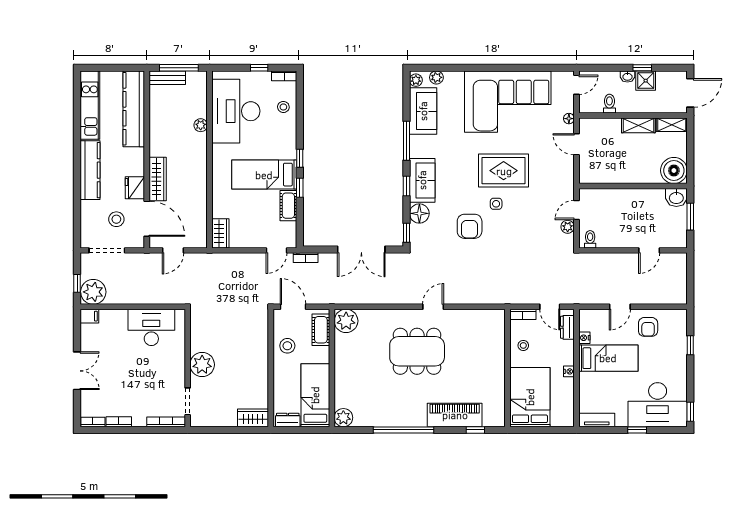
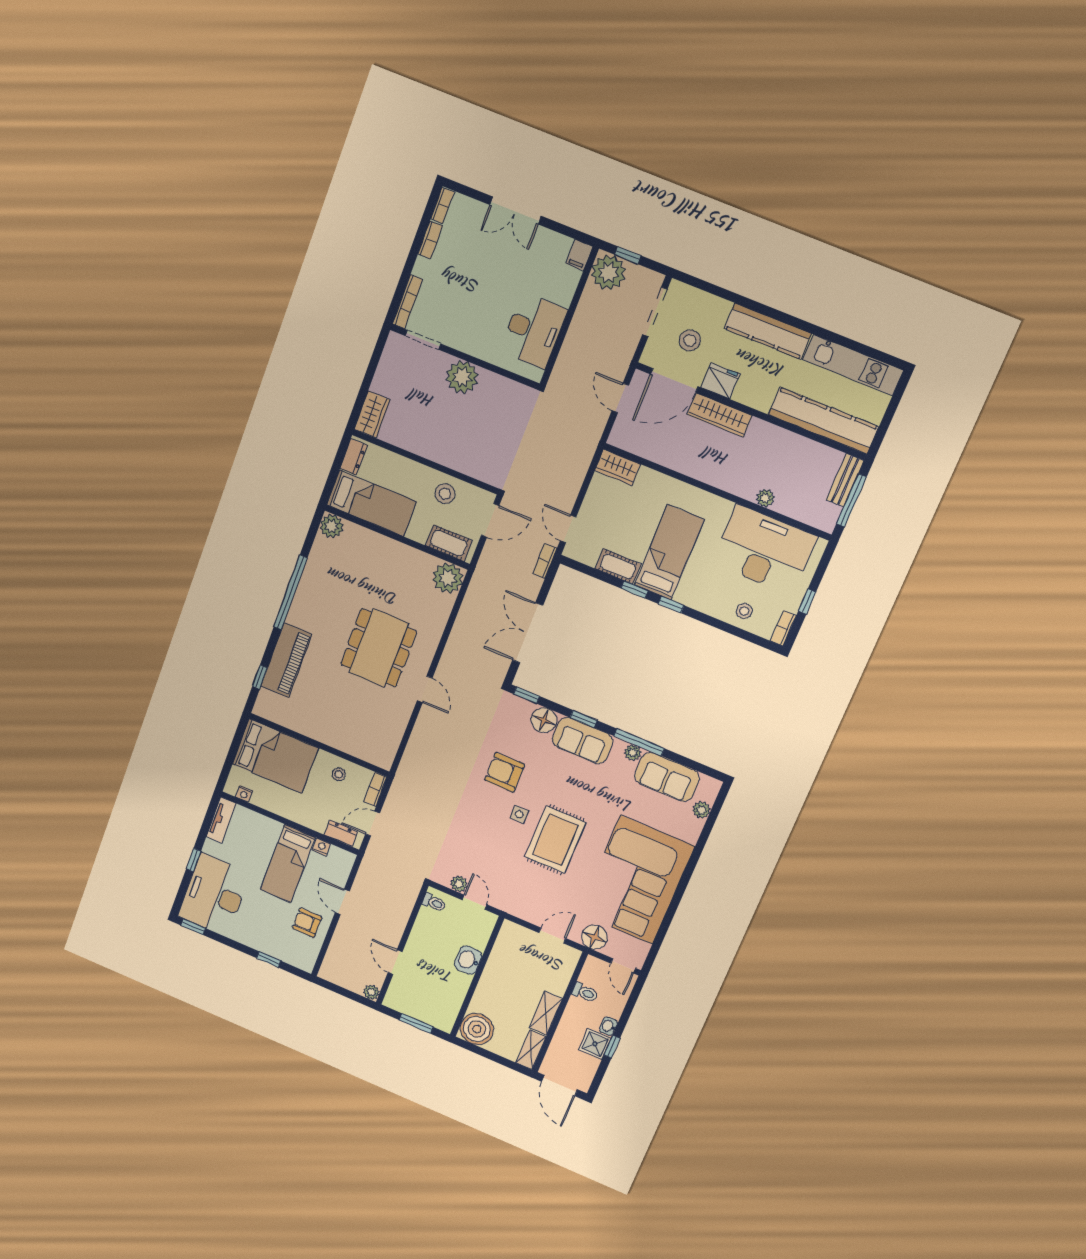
plant: (416, 80) -> (633, 753), moved
floor lamp: (569, 119) -> (594, 937), width x1.89, depth x1.89
washbasin: (676, 198) -> (468, 960), moved
plant: (681, 259) -> (371, 992), added
nightstand: (569, 371) -> (244, 794), moved

